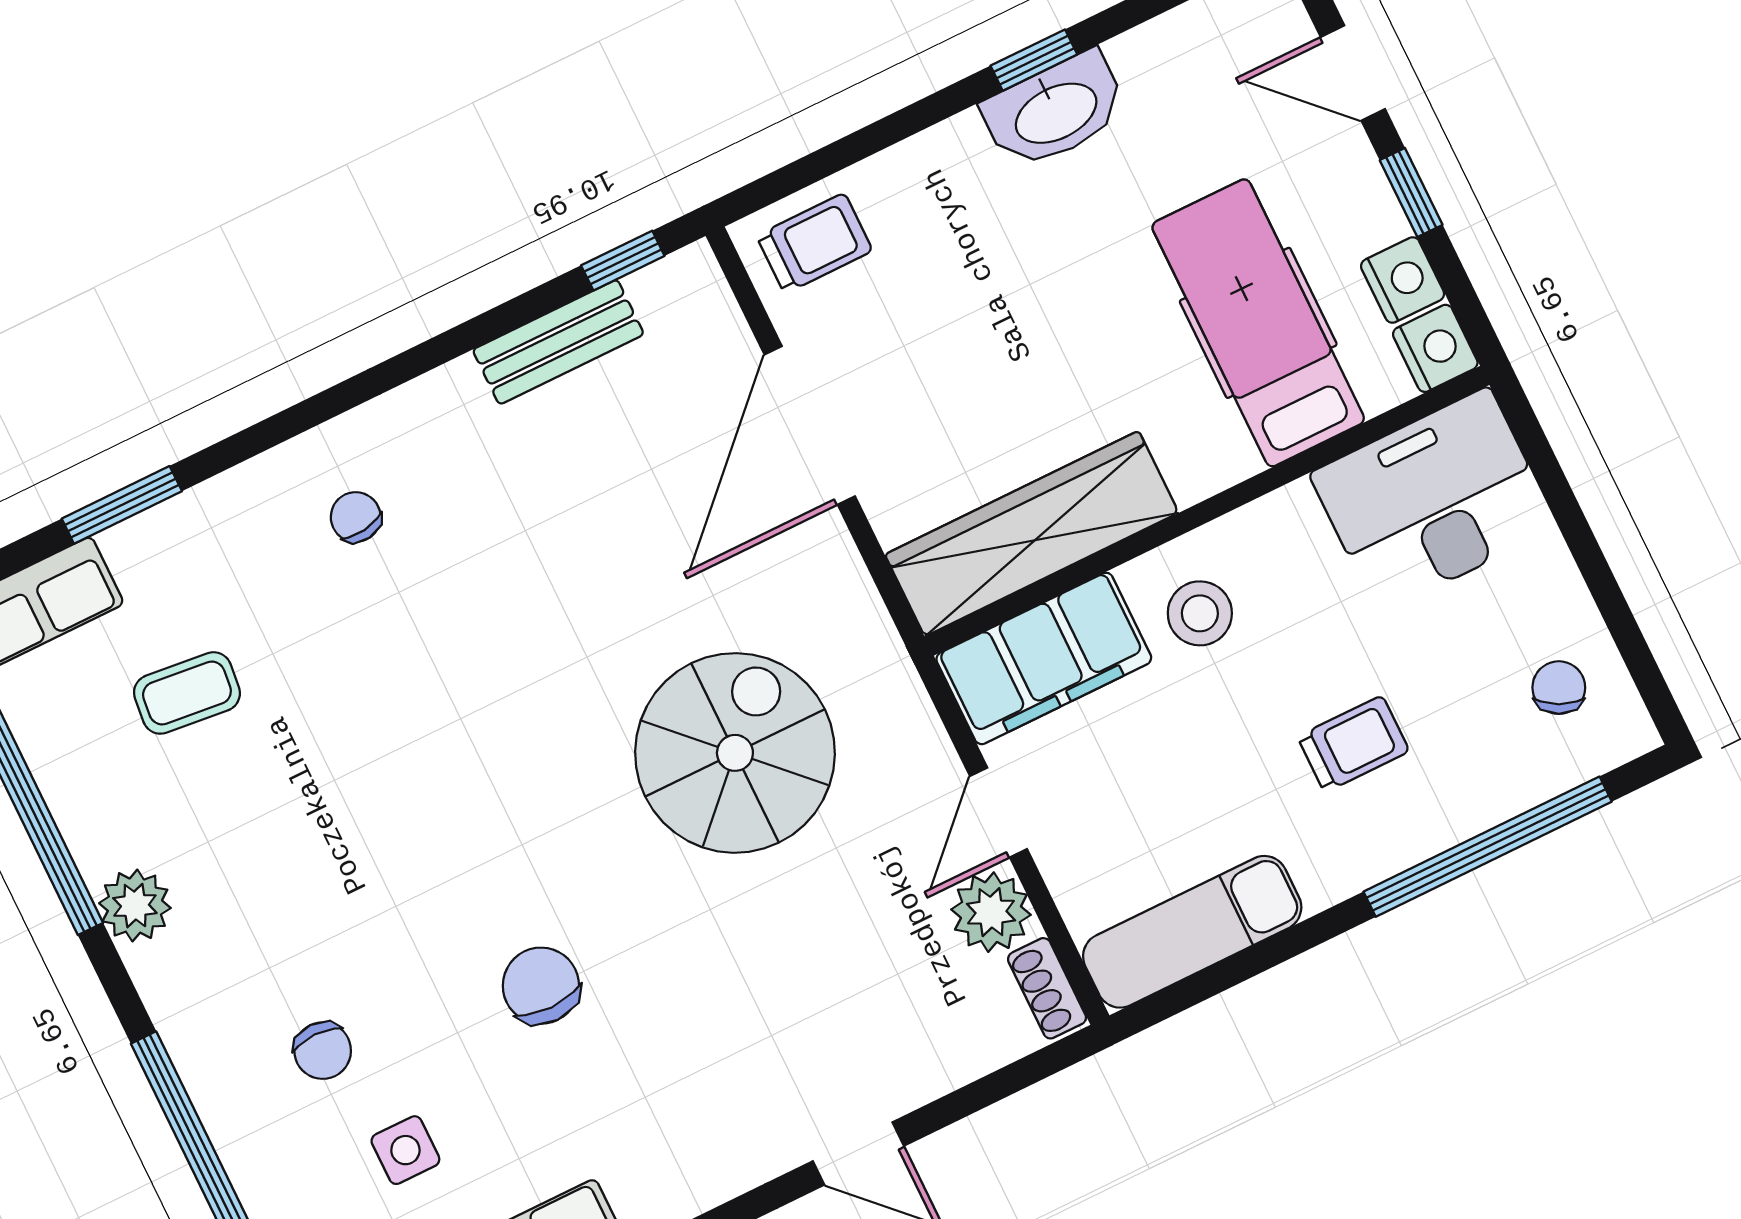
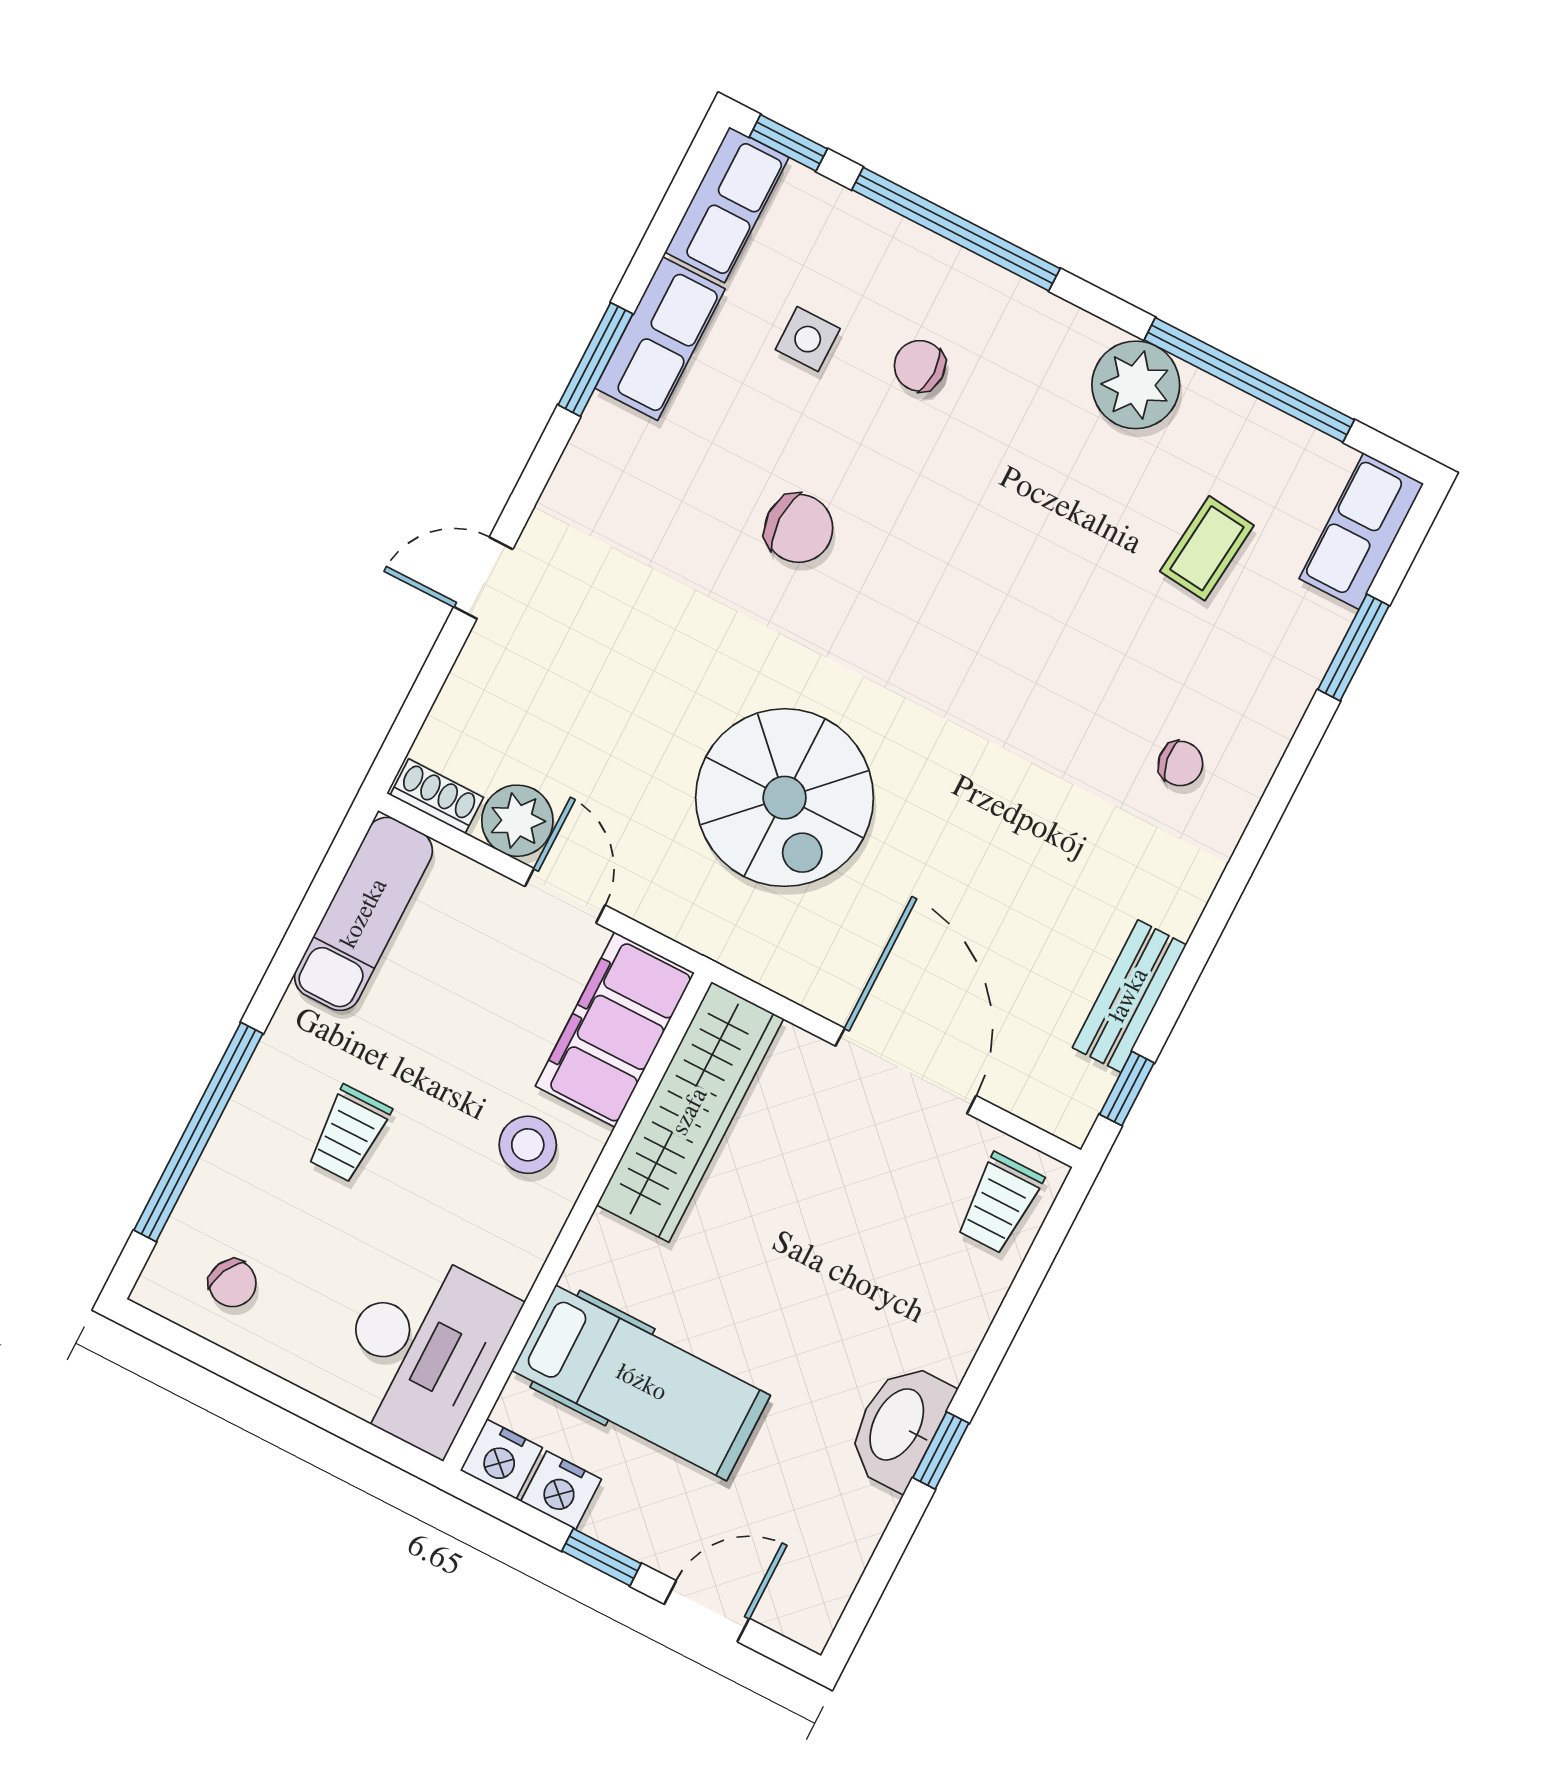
plant: (135, 906) -> (1136, 385), width x1.36, depth x1.36

